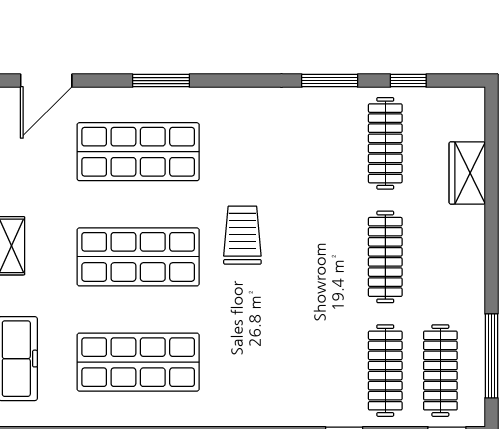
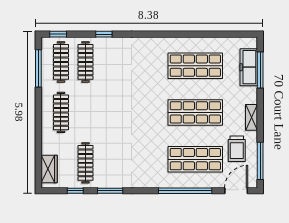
window: (161, 81) -> (185, 191), width x2.11
wardrobe: (467, 173) -> (49, 169), moved
trolley: (242, 235) -> (237, 149), moved
clothes rail: (385, 257) -> (61, 112), moved

